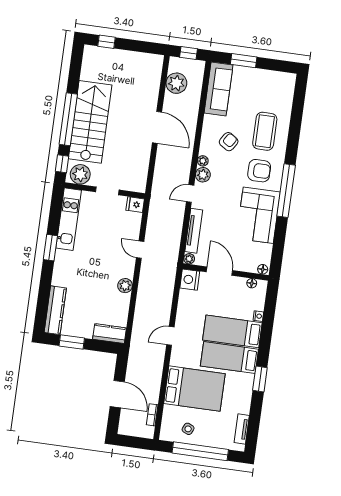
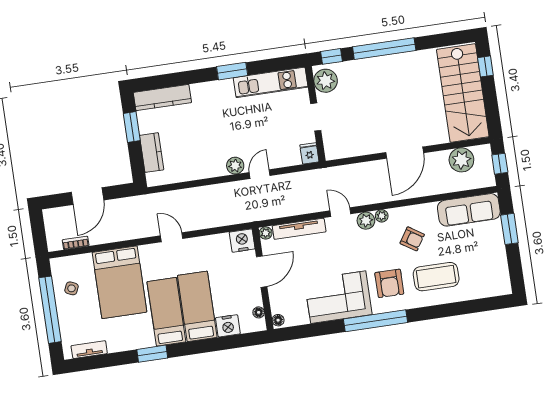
stairs: (90, 122) -> (463, 93), moved, turned 90
plant: (125, 286) -> (235, 166), moved
nightstand: (258, 316) -> (228, 326), width x1.89, depth x1.79
kitchen counter: (110, 334) -> (152, 153), moved

